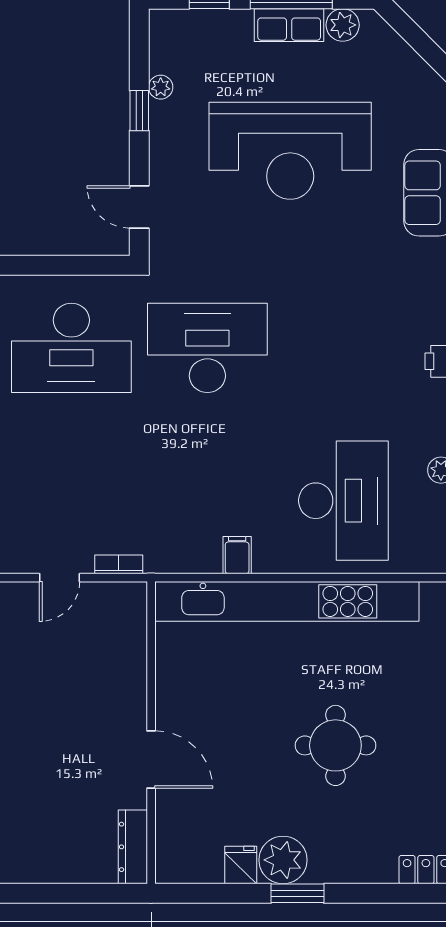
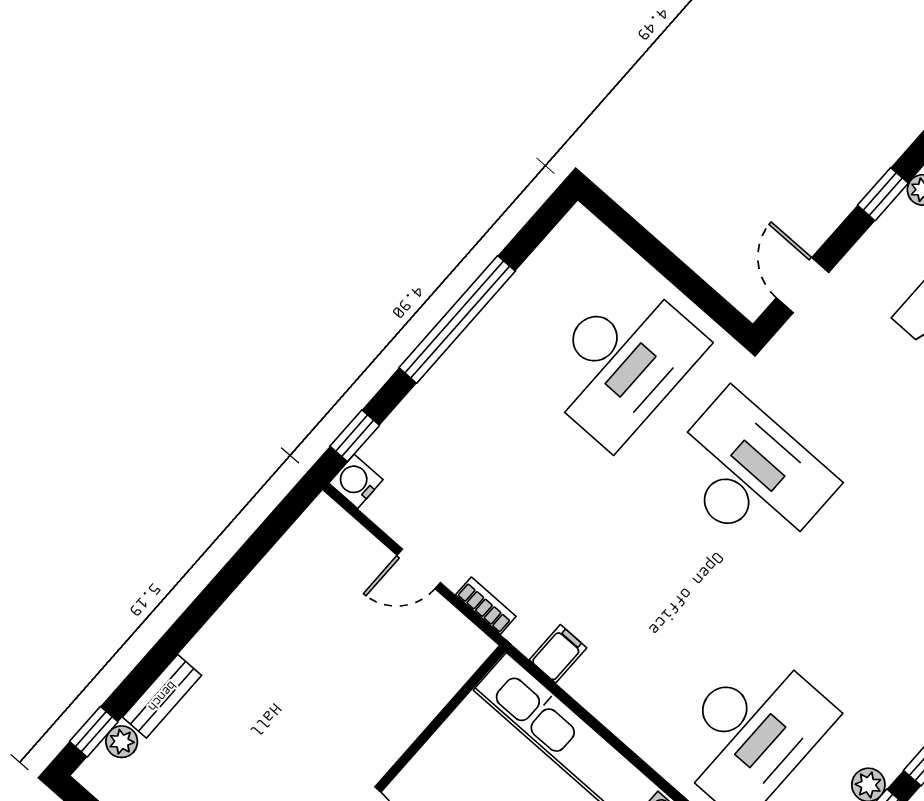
desk: (71, 348) -> (621, 362), turned -90
filing cabinet: (237, 555) -> (558, 654), moved

